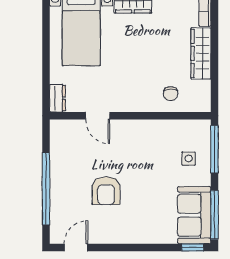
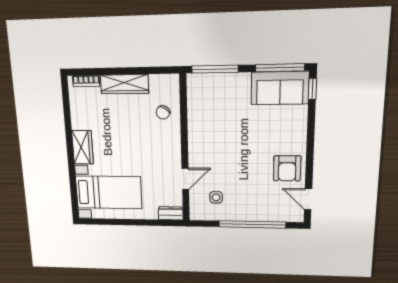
chair: (171, 94) -> (163, 112), turned 122
side table: (189, 158) -> (216, 197), moved
armchair: (106, 191) -> (287, 168), moved, turned 90

